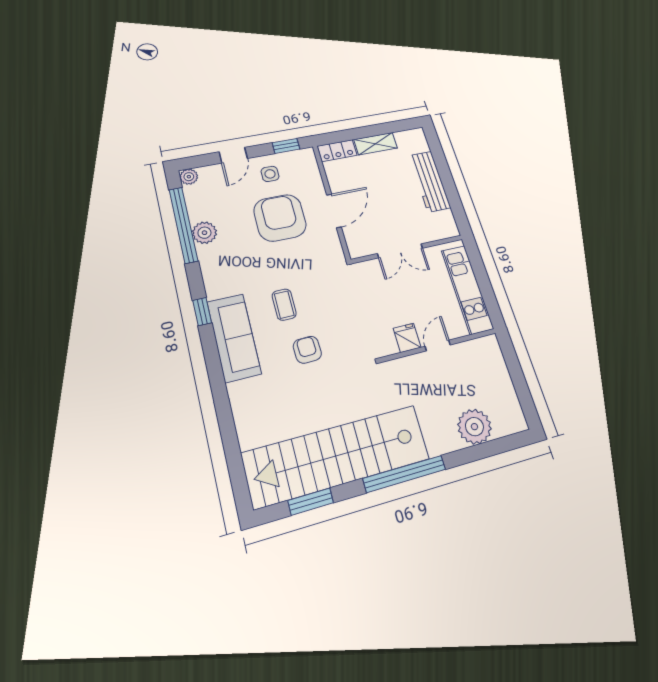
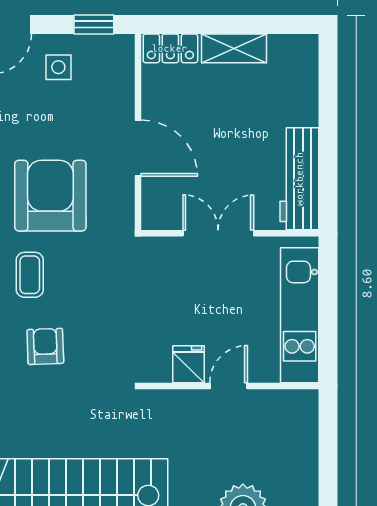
workbench: (430, 181) -> (299, 179), moved
door: (334, 211) -> (138, 148), hinge flipped
armchair: (280, 218) -> (50, 196), moved
double door: (400, 251) -> (218, 233), swing flipped

